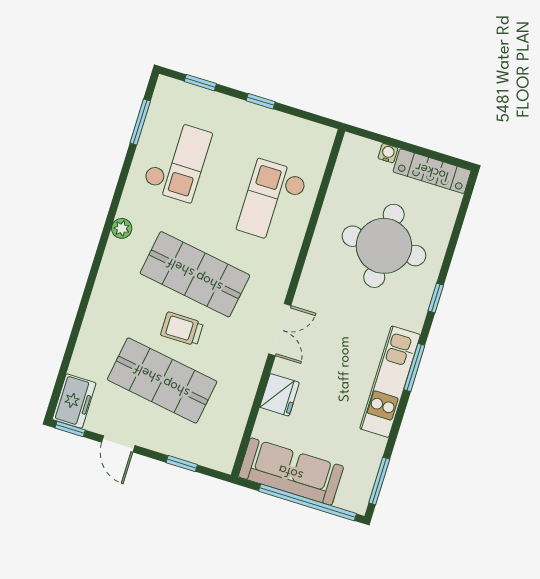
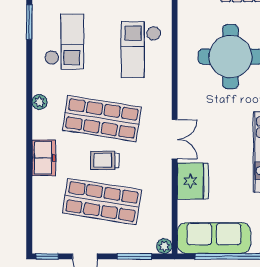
fridge: (280, 395) -> (193, 181), width x1.36, depth x1.34
freezer: (74, 401) -> (44, 158), moved
plant: (224, 462) -> (164, 246), added
window: (182, 464) -> (134, 256), width x1.50

